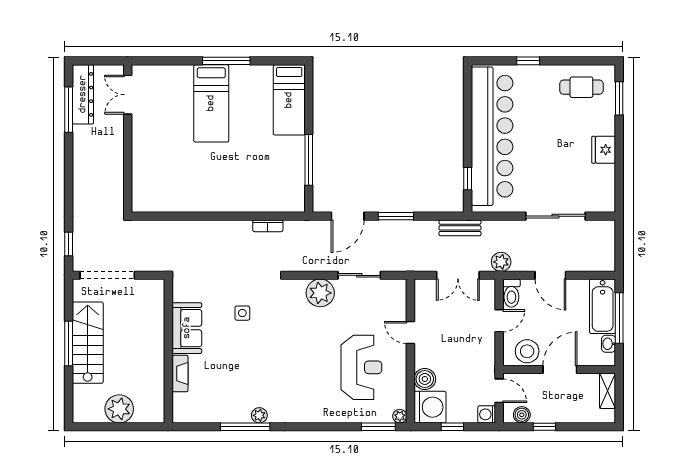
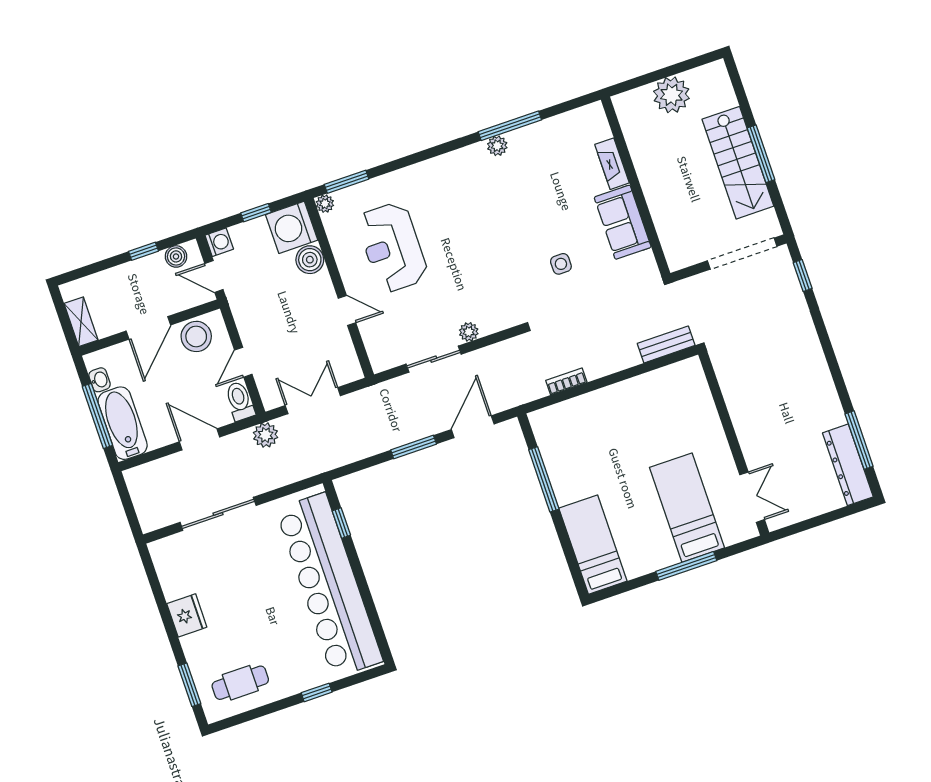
double door: (128, 95) -> (752, 497), moved
wall: (128, 139) -> (734, 443), moved
bench: (460, 228) -> (666, 344), moved
plant: (320, 293) -> (469, 332), width x0.53, depth x0.53

